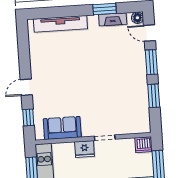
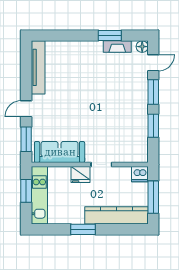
tv unit: (60, 24) -> (38, 67), moved, turned -90
door: (149, 33) -> (153, 63), swing flipped
window: (28, 117) -> (26, 139), width x1.50
sofa: (62, 128) -> (60, 152), width x1.36

